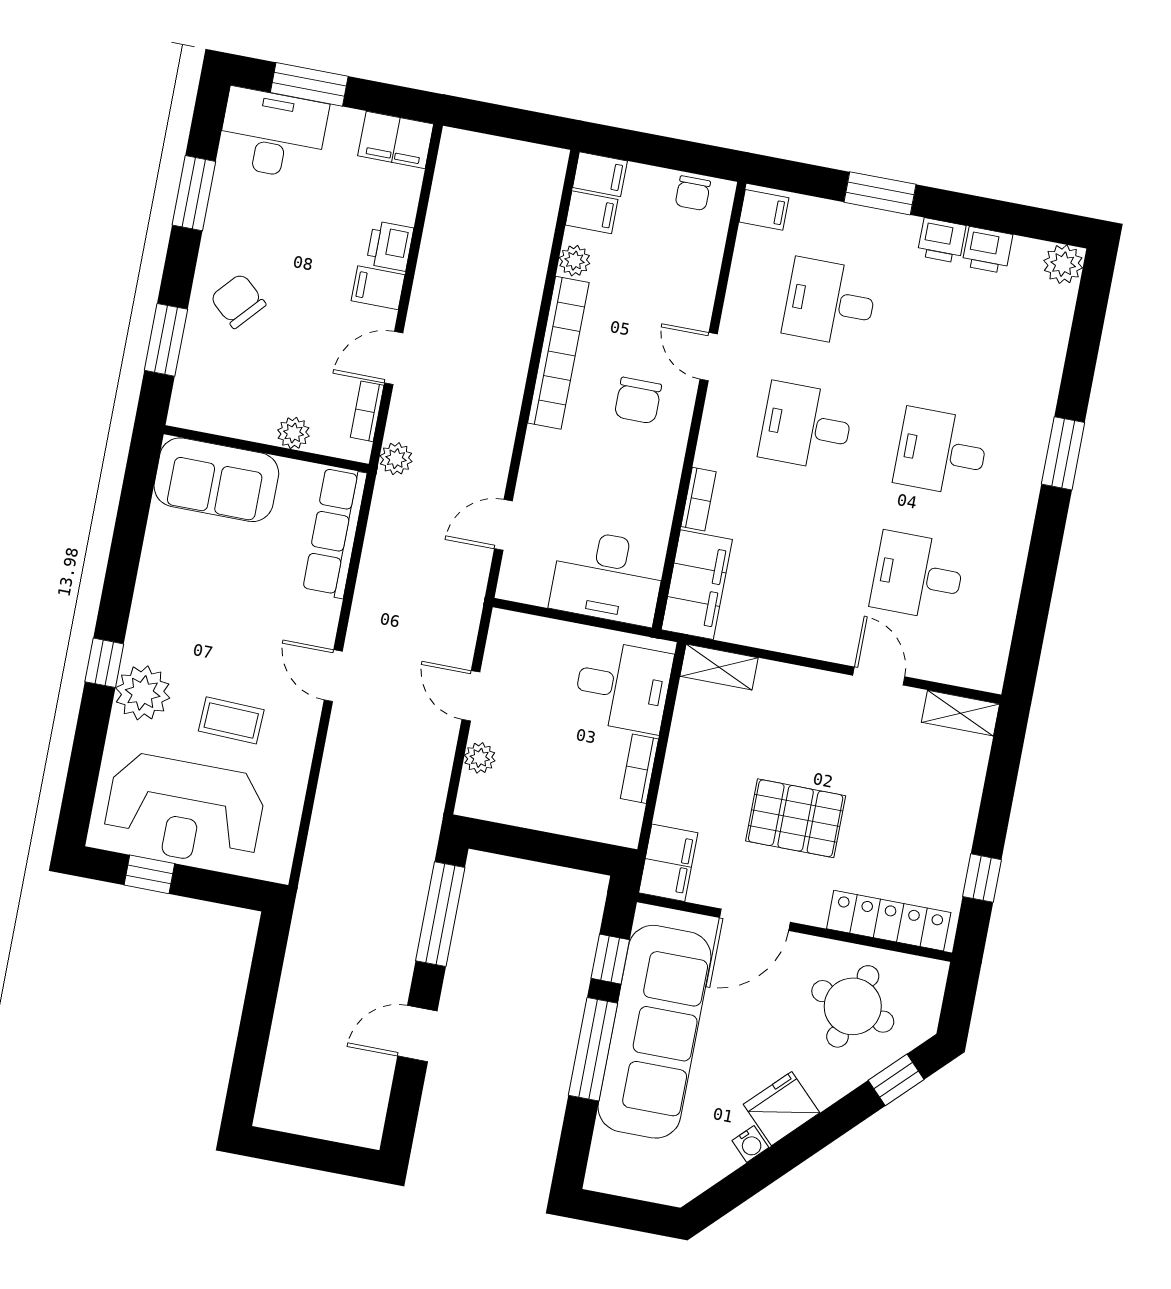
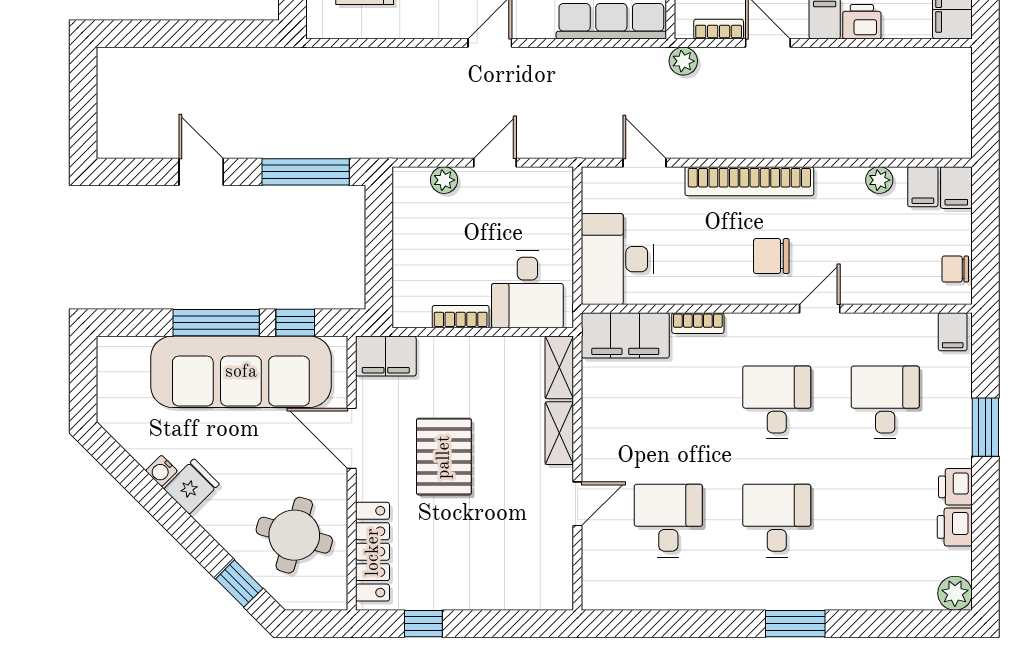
bookcase: (558, 353) -> (749, 181), moved
shelving: (960, 713) -> (559, 433), moved
fridge: (782, 1109) -> (192, 487), width x0.72

